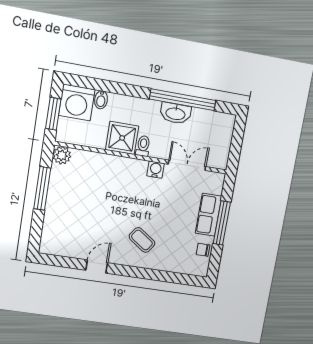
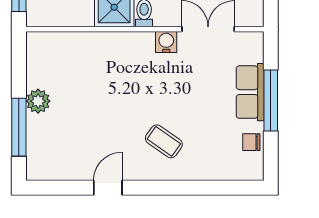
plant: (62, 155) -> (38, 101), moved
window: (42, 188) -> (19, 127), moved

